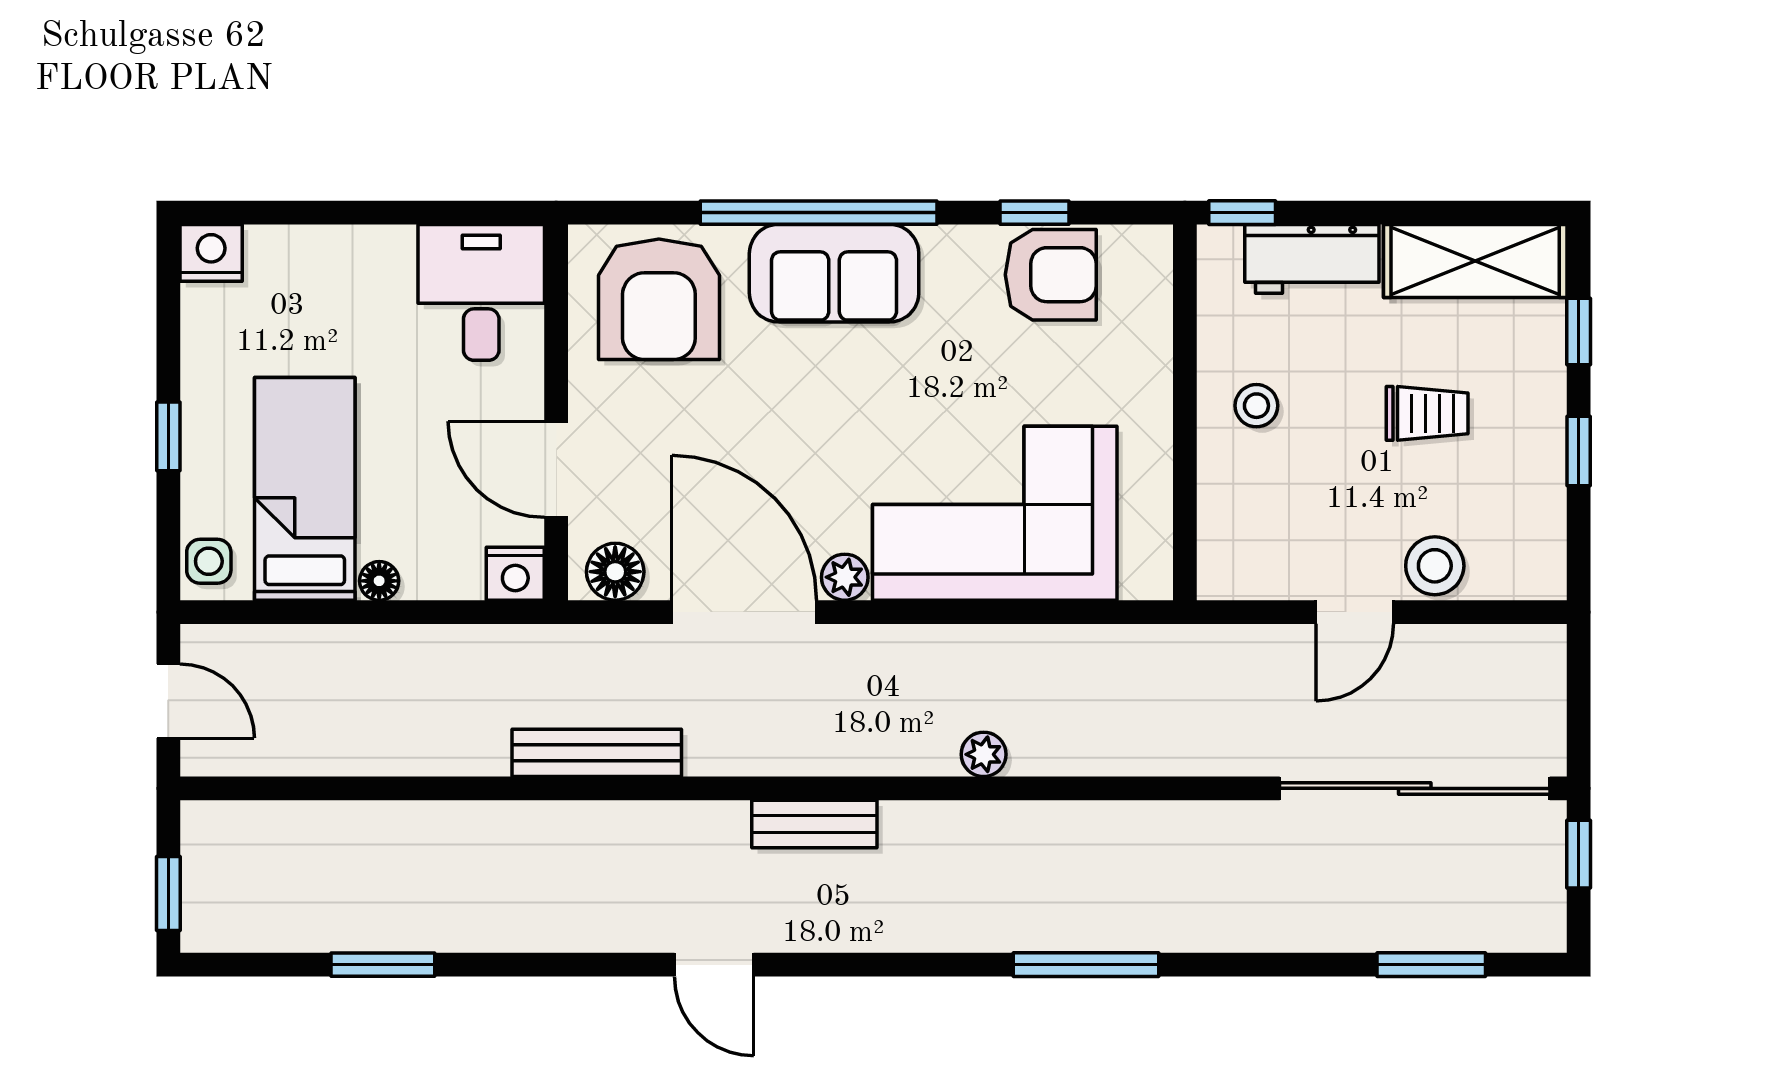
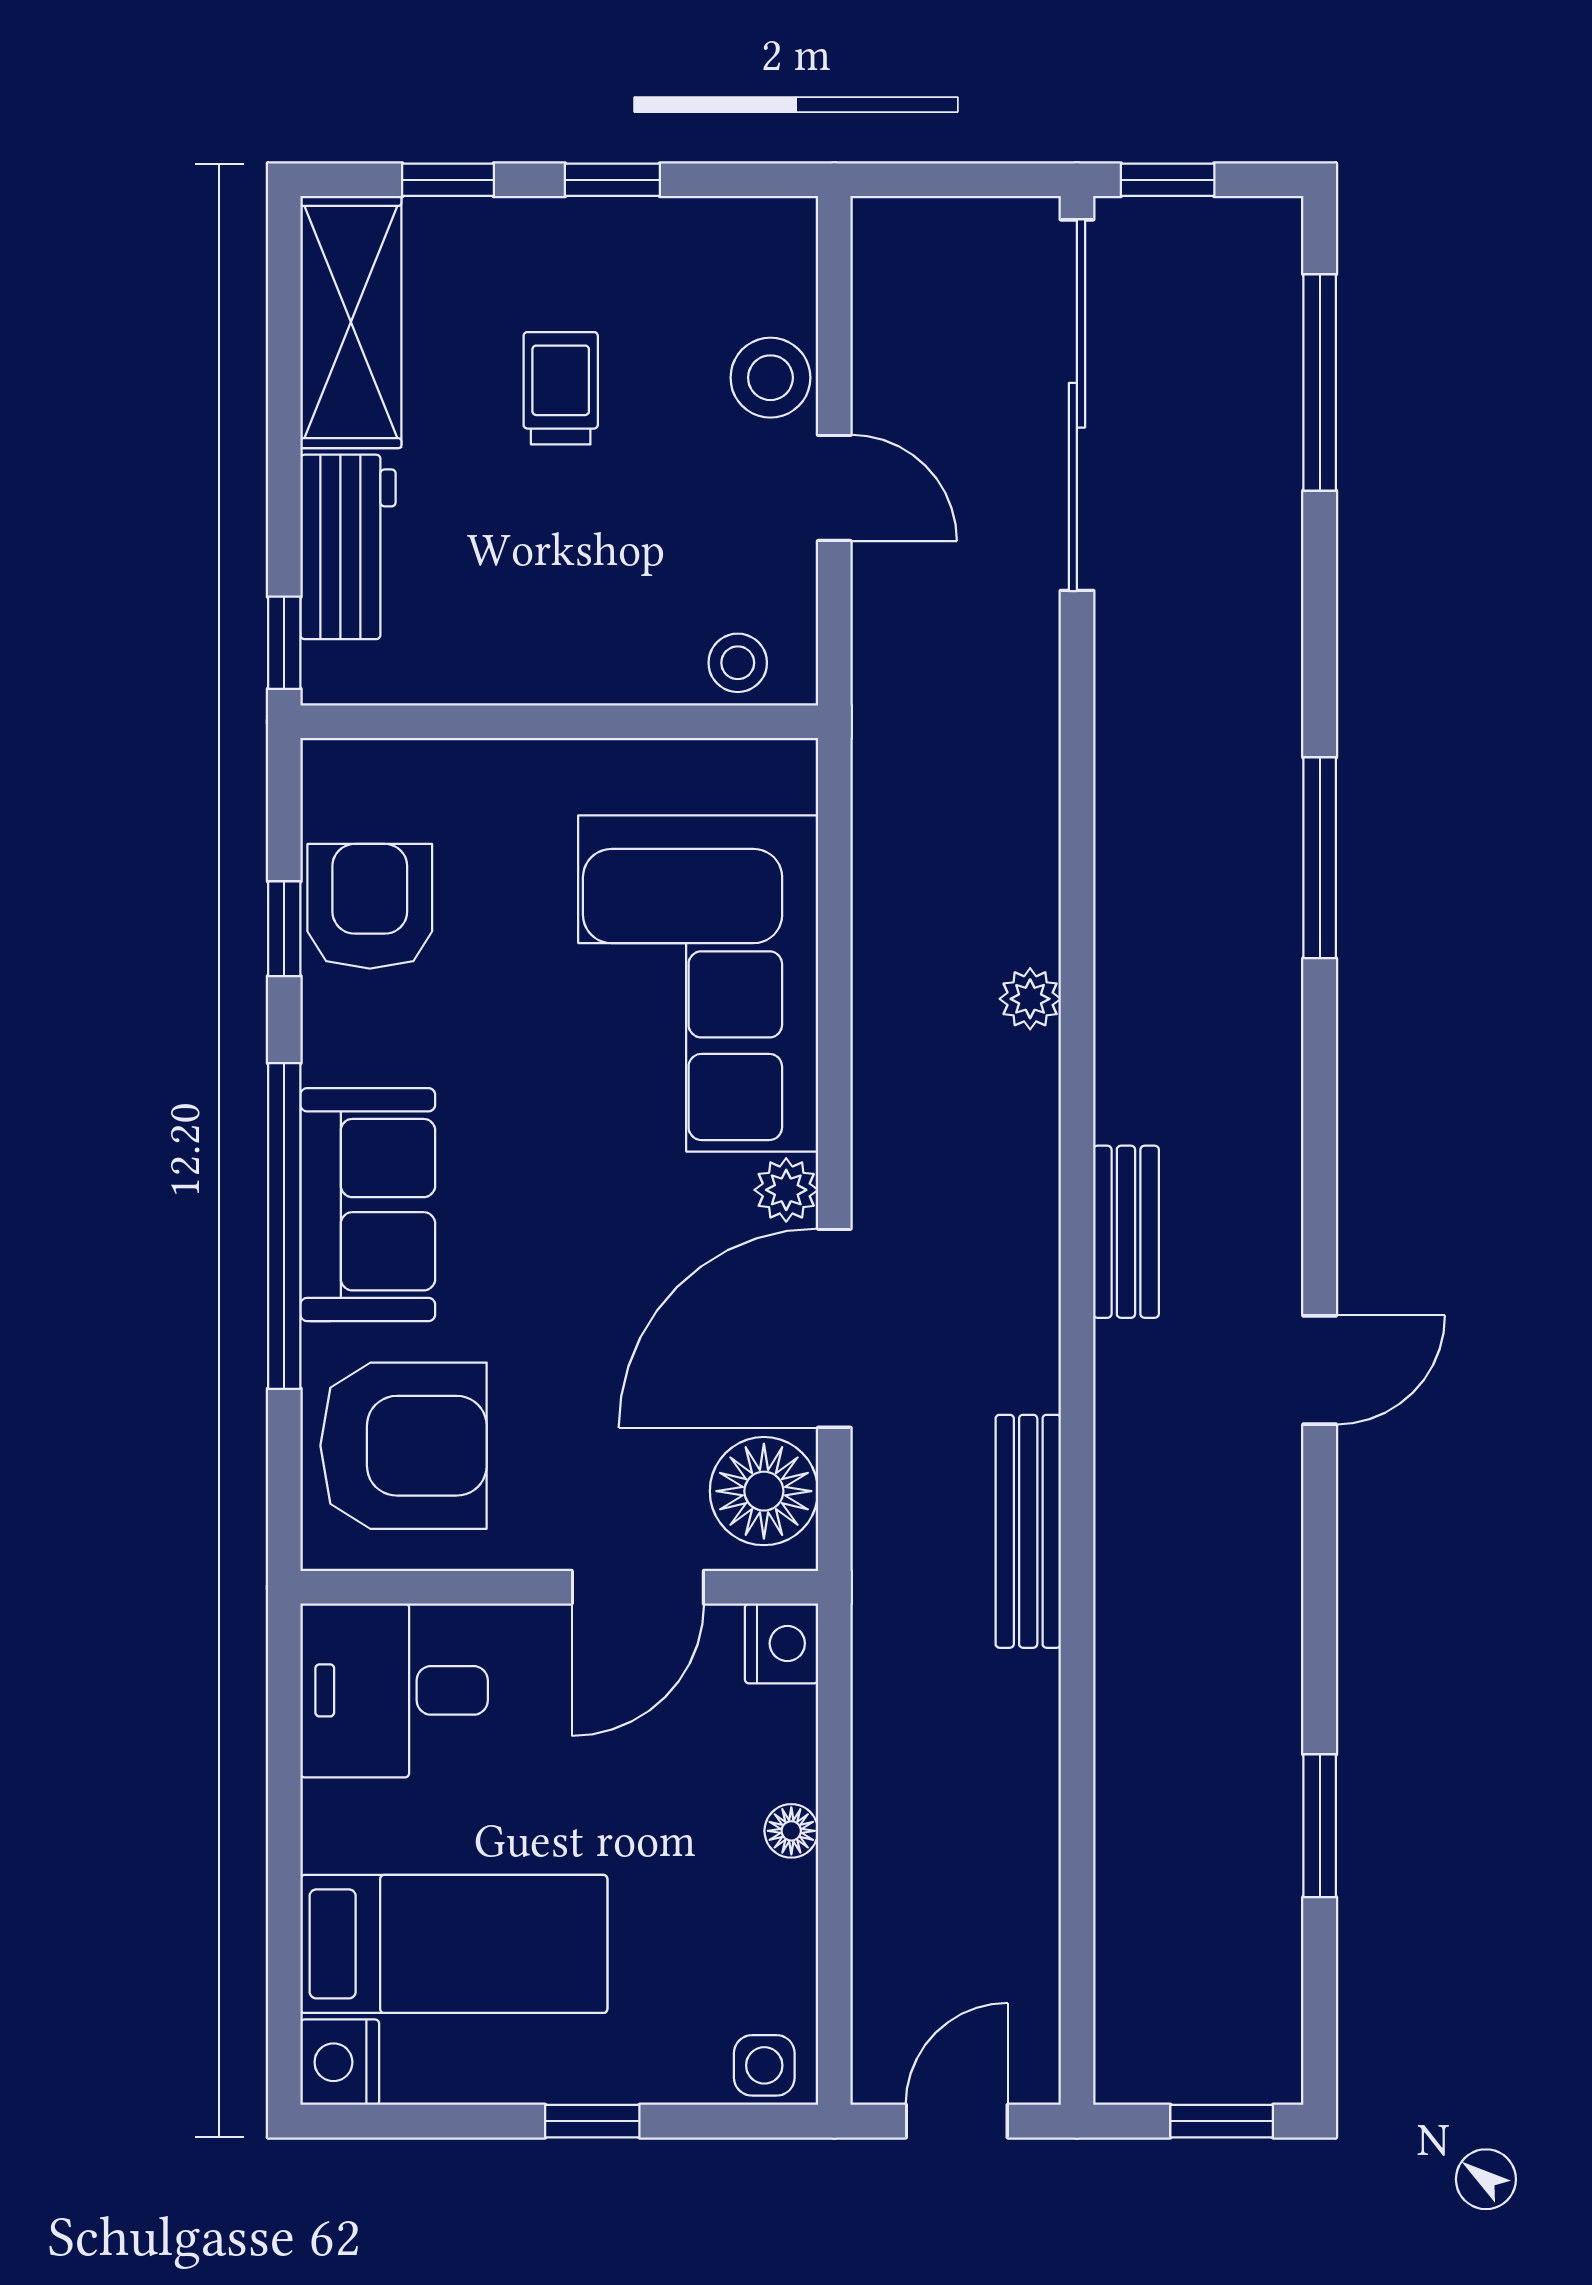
stool: (1256, 406) -> (738, 663), moved
bed: (305, 489) -> (454, 1944), moved, turned 180
floor lamp: (615, 572) -> (764, 1491), width x1.38, depth x1.38
window: (1431, 965) -> (1320, 382), width x1.44

